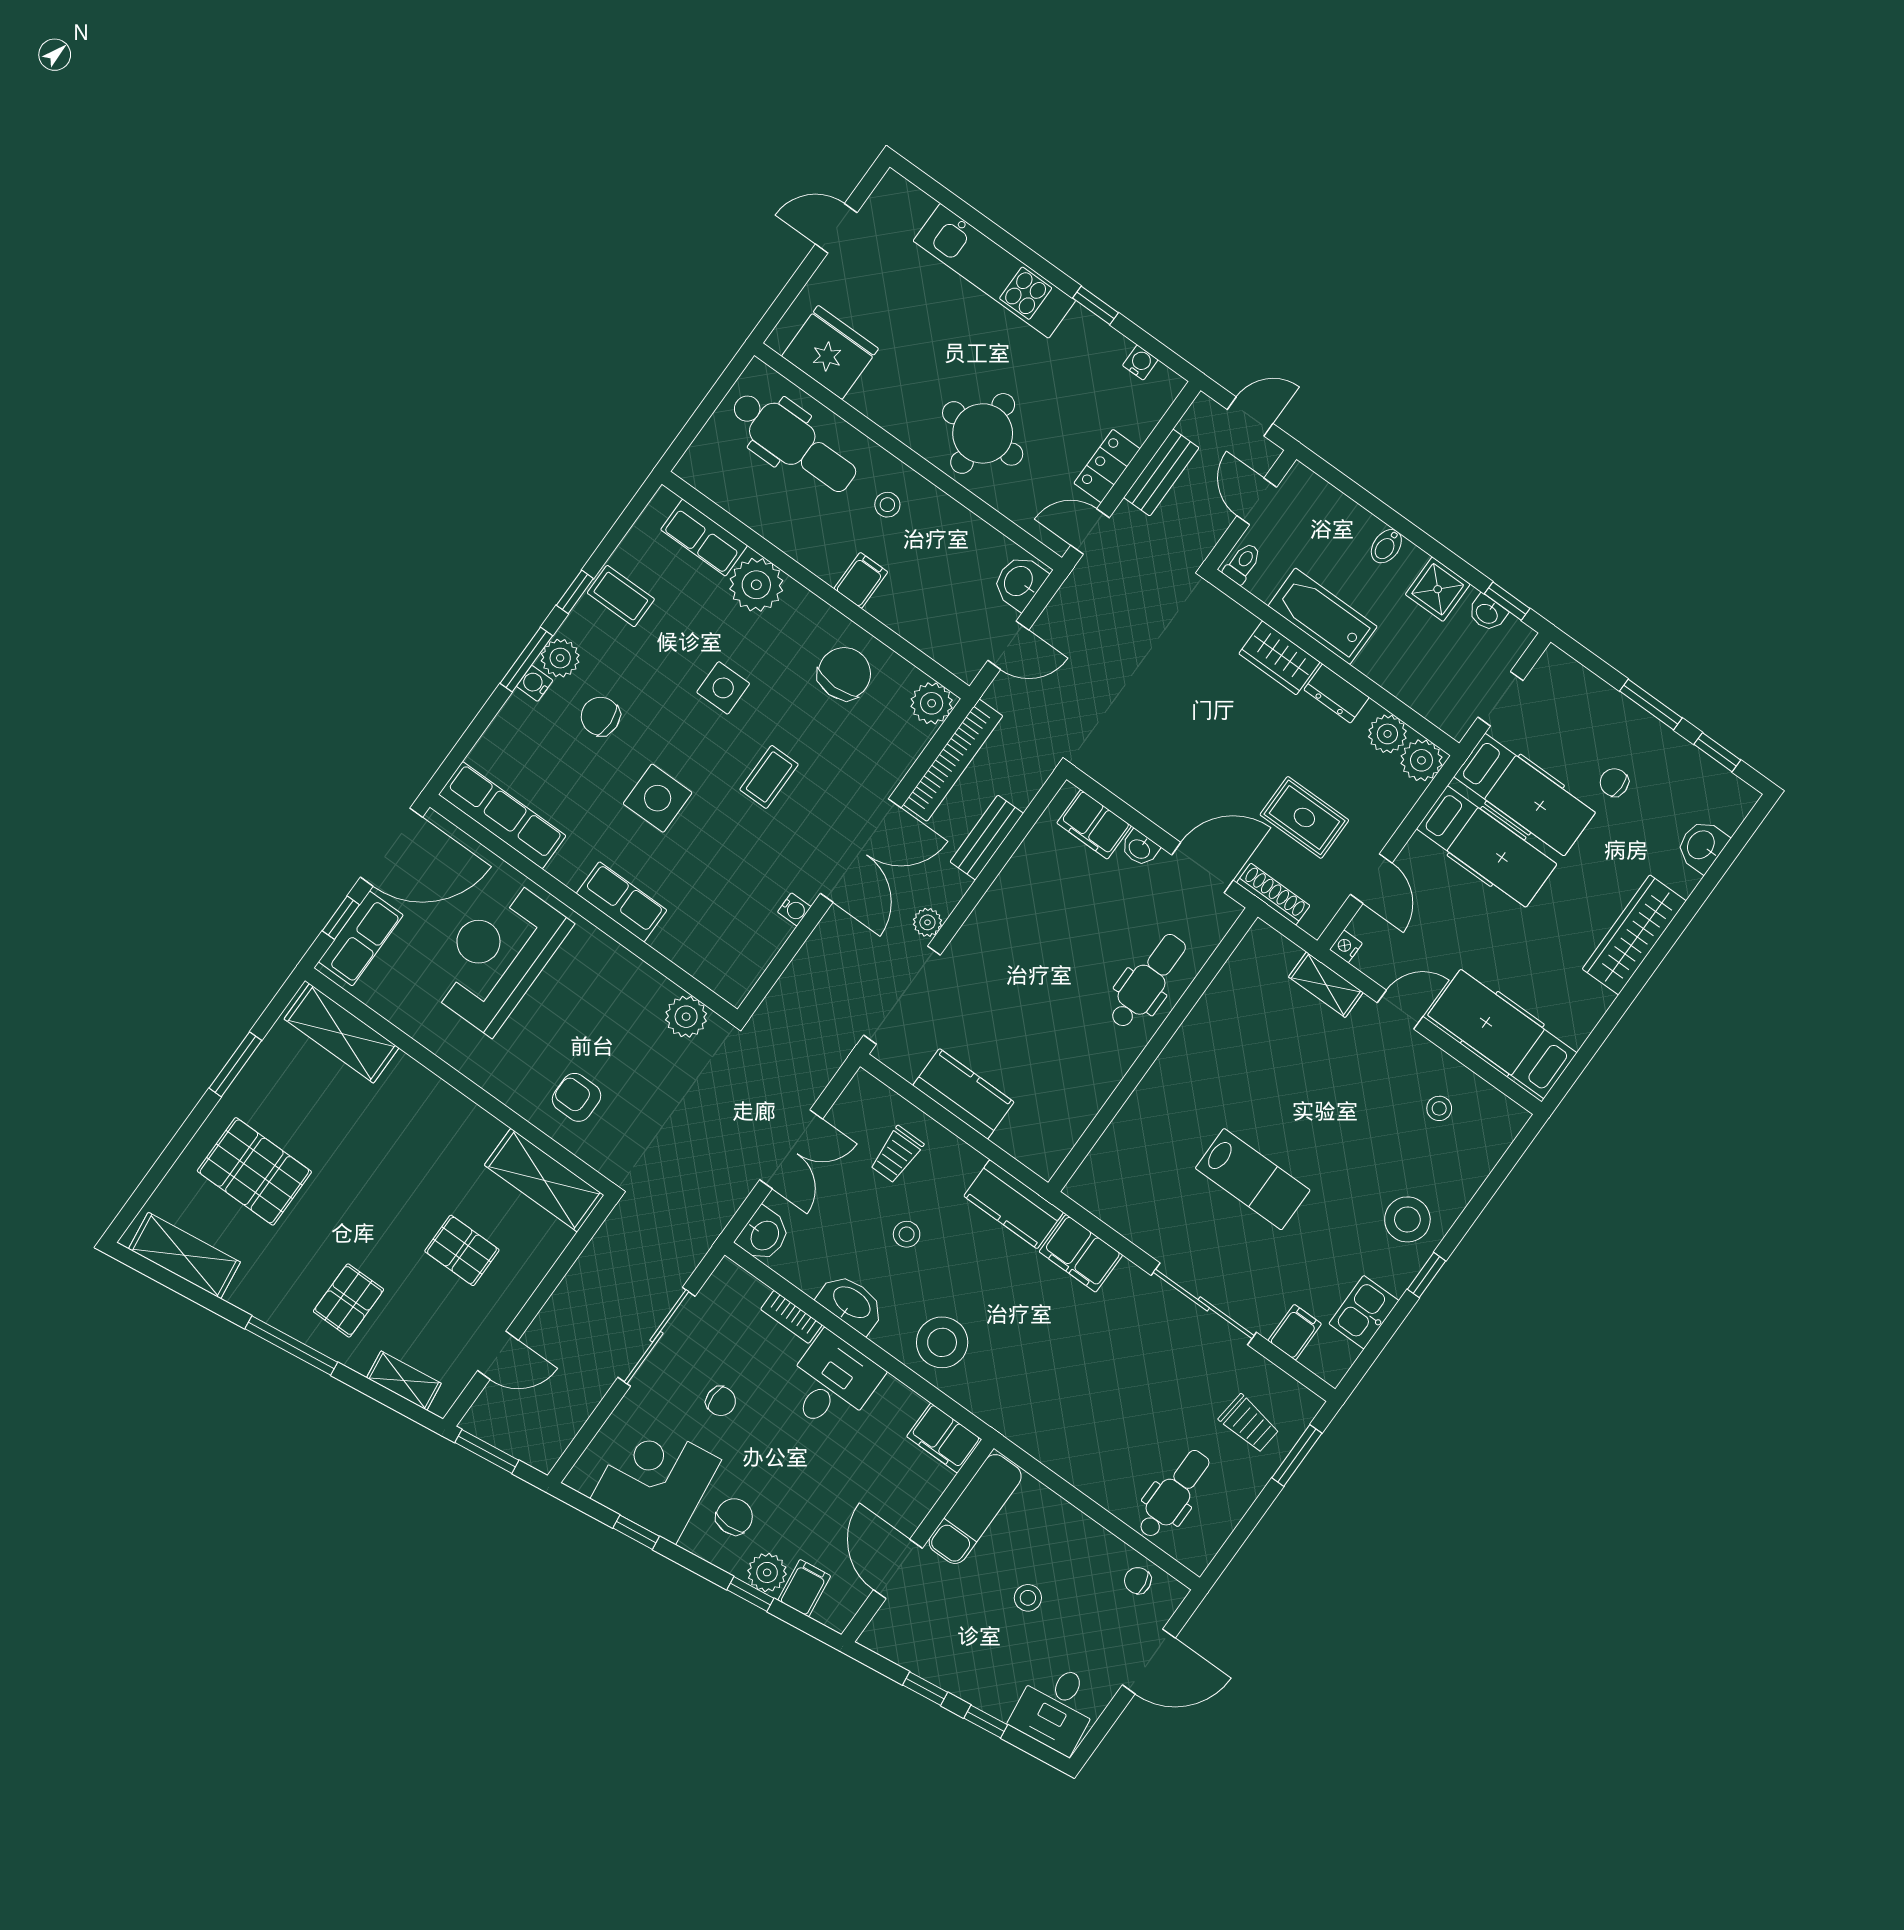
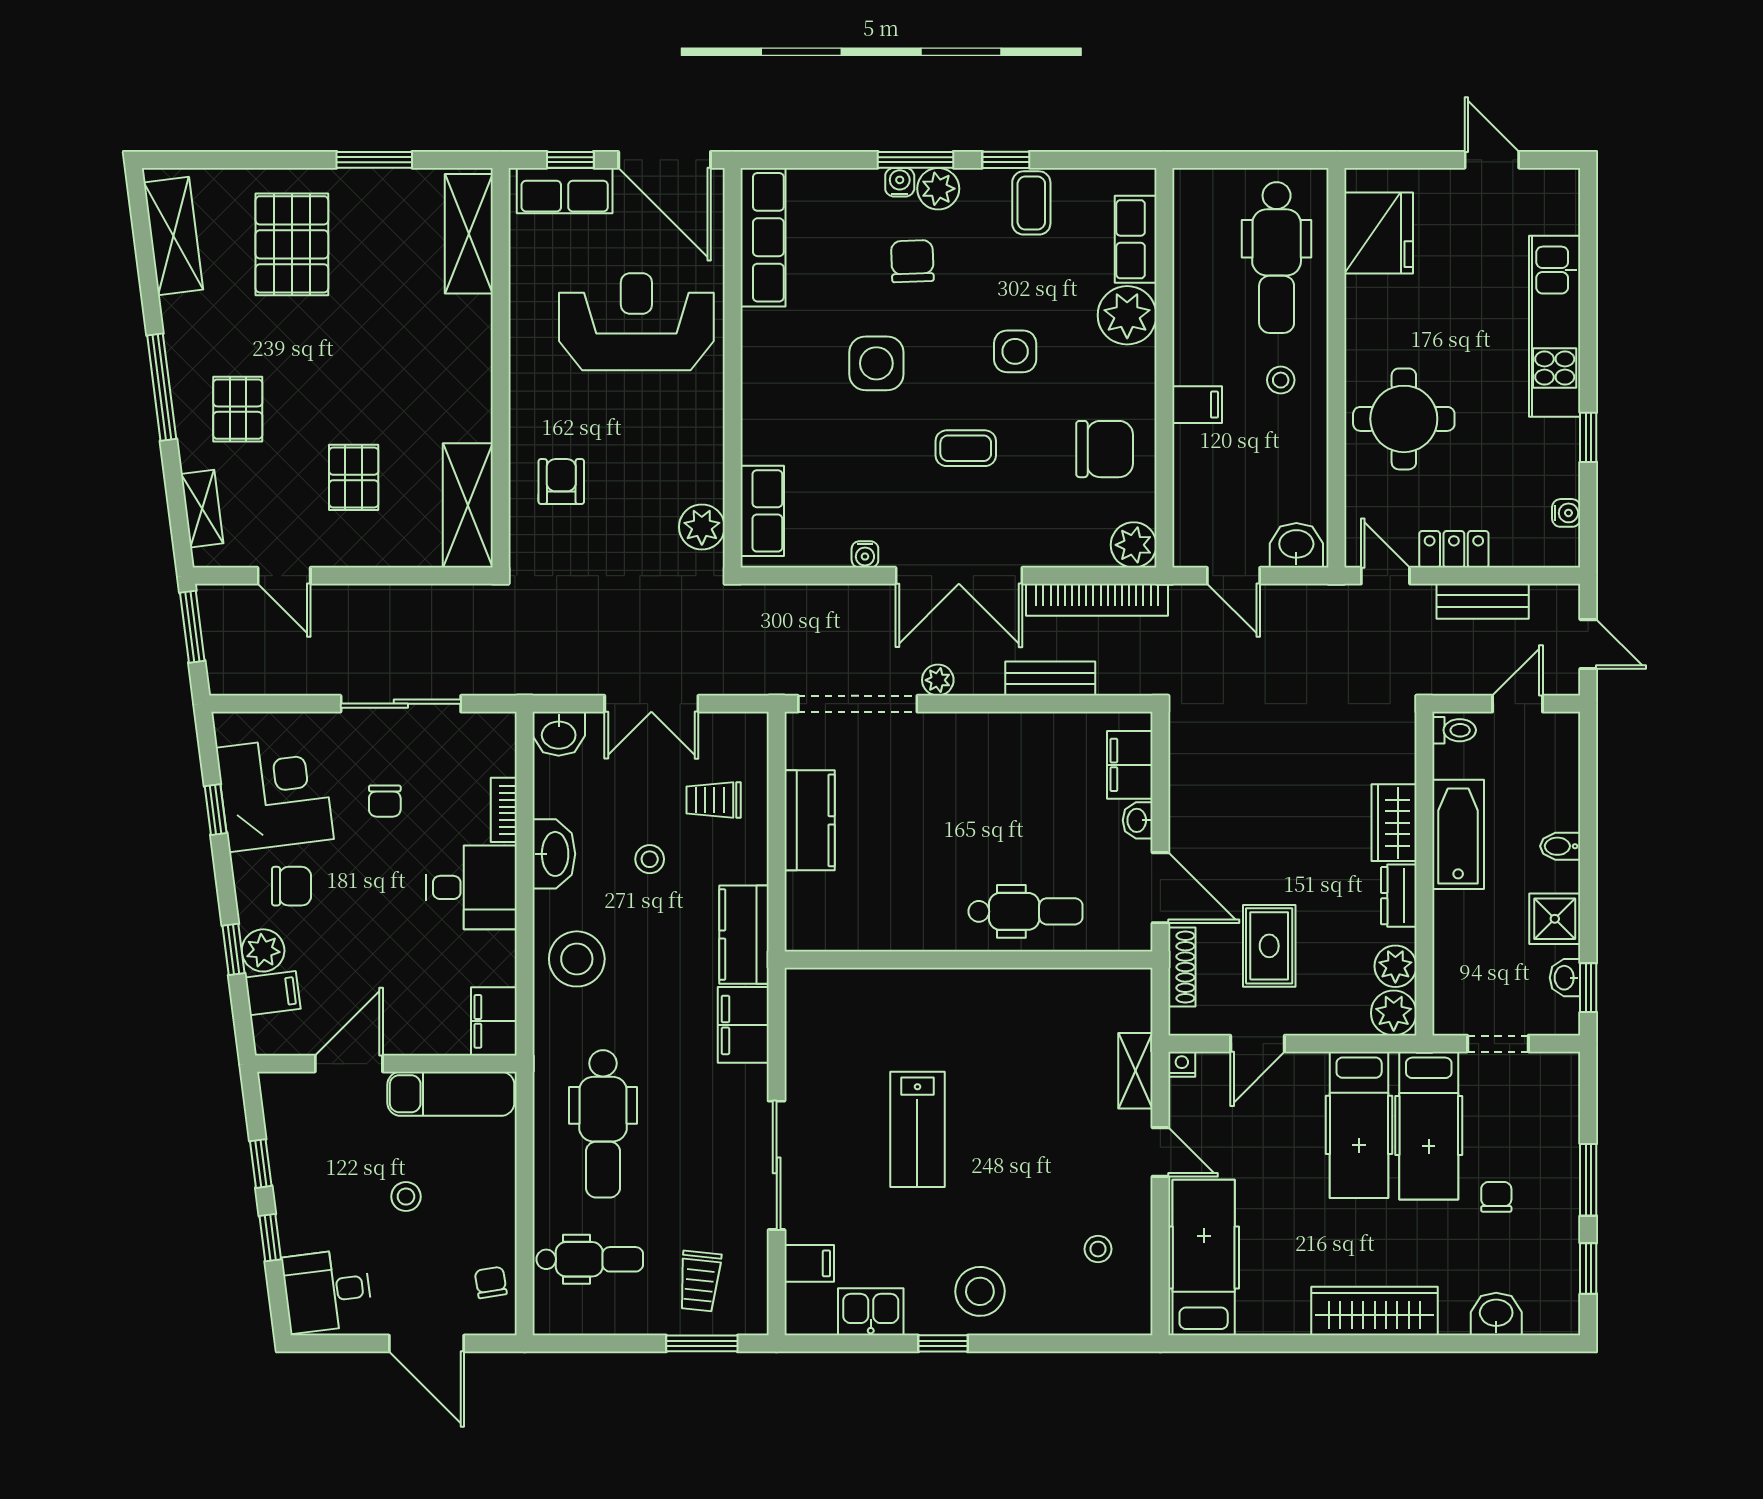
row of seats: (622, 902) -> (762, 511), moved
pallet: (349, 1300) -> (238, 409), turned 90
dental chair: (1079, 1411) -> (603, 1124), added

